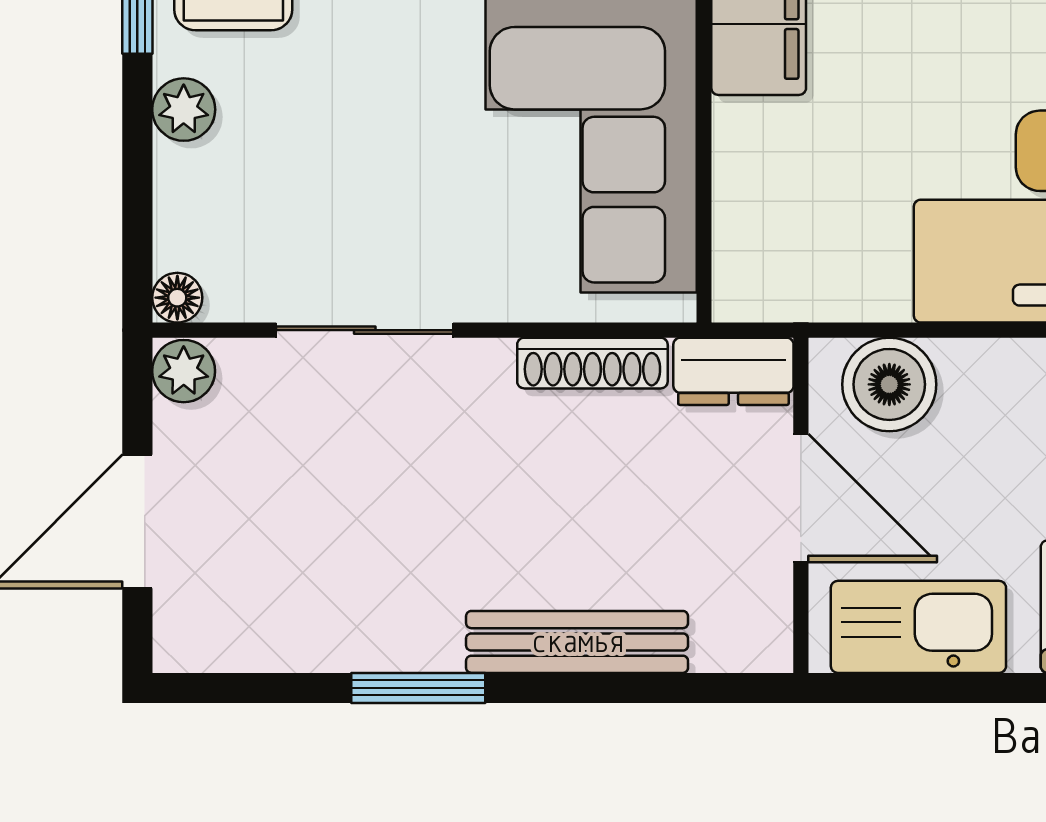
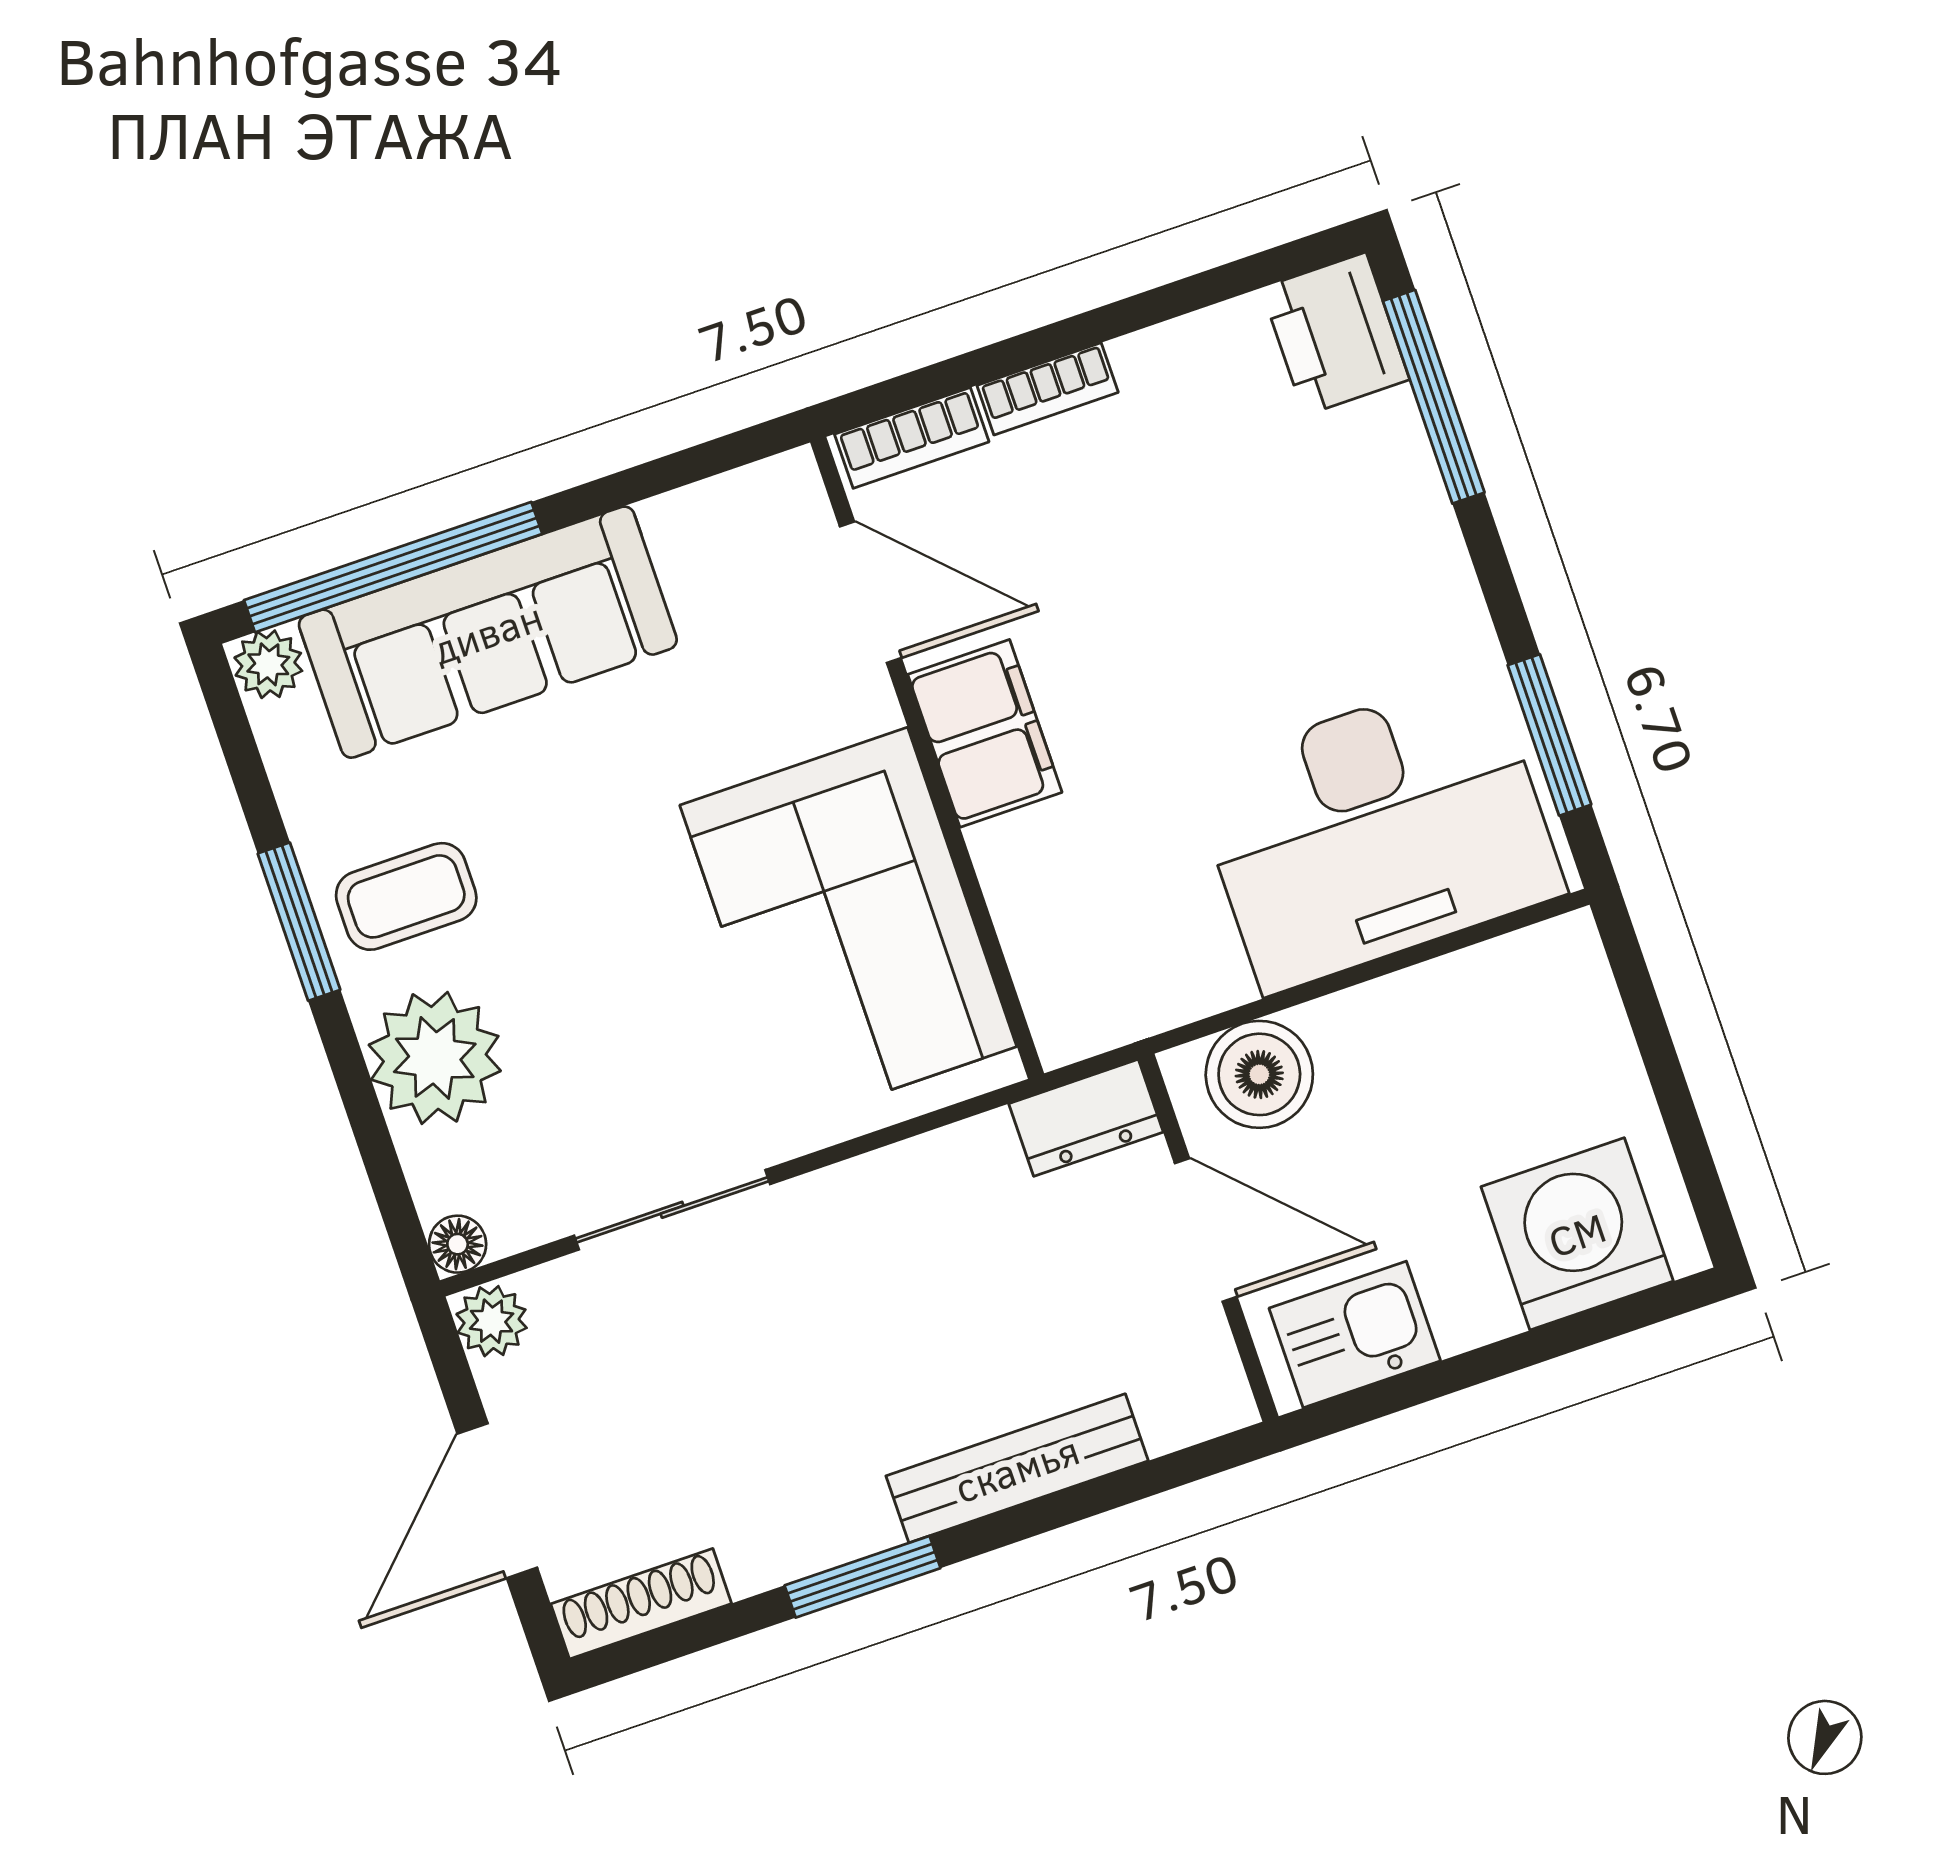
plant: (184, 110) -> (435, 1058), width x1.88, depth x1.88
shoe rack: (592, 363) -> (641, 1604), moved, turned 180
kitchen sink: (918, 627) -> (1355, 1335), width x0.73

